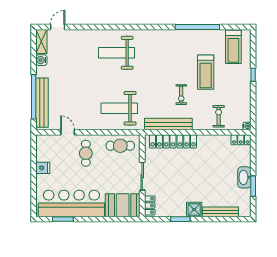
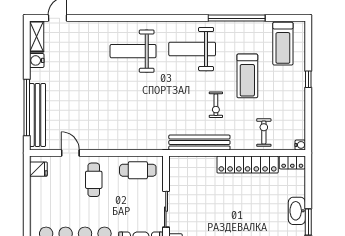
weight bench: (119, 108) -> (192, 49), moved
locker: (173, 141) -> (248, 165), moved
fridge: (43, 168) -> (38, 169), moved

